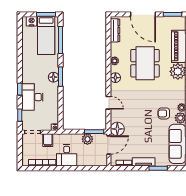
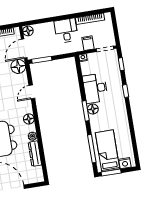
dresser: (115, 30) -> (35, 154), moved
desk: (32, 97) -> (95, 88), moved, turned 180
door: (108, 103) -> (32, 92), hinge flipped
plant: (87, 139) -> (47, 51), removed
floor lamp: (103, 161) -> (28, 31), added

